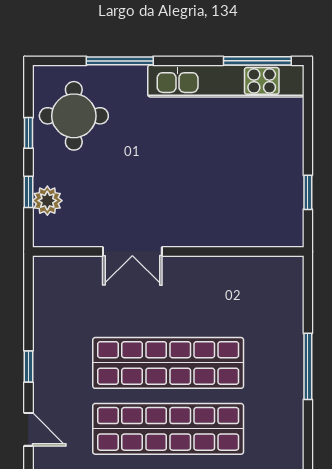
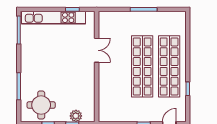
kitchen unit: (226, 81) -> (54, 18), moved, turned 90
double door: (132, 251) -> (97, 50), moved

